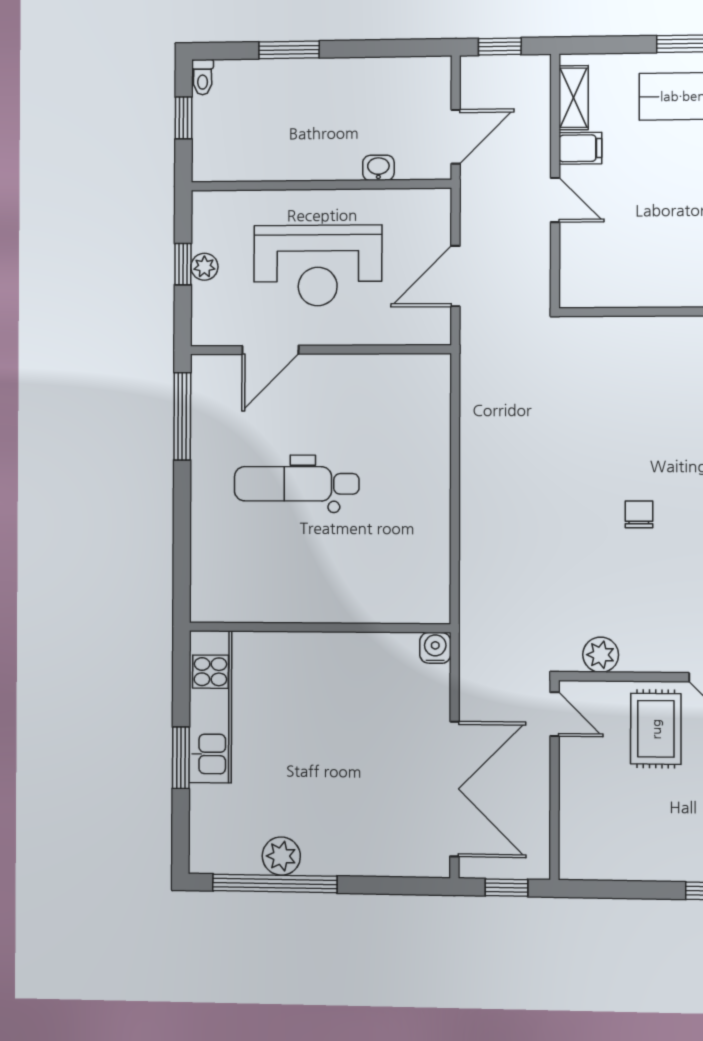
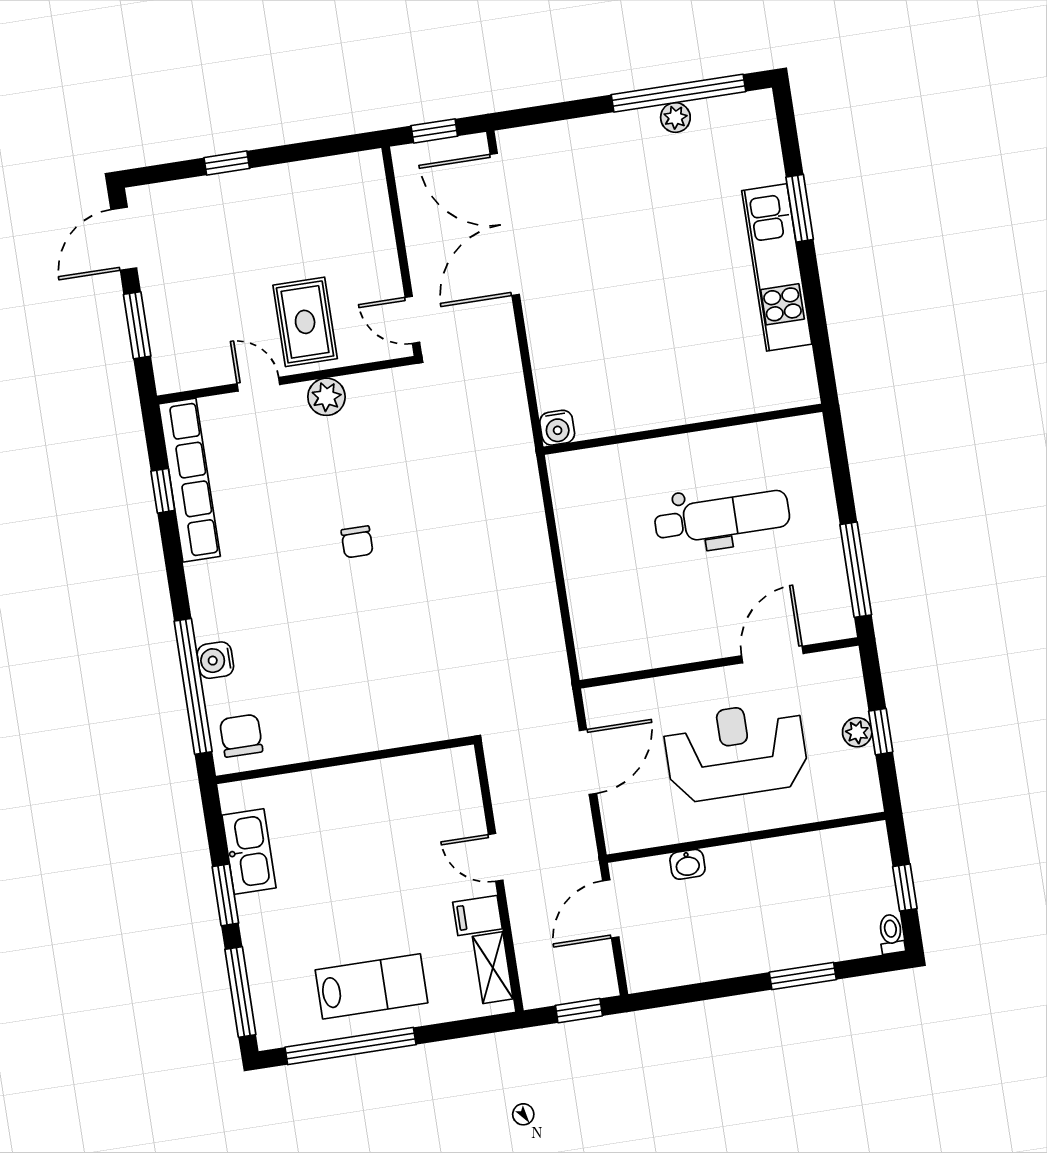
wall: (319, 627) -> (683, 429), moved
water cooler: (435, 648) -> (557, 428), moved
plant: (601, 655) -> (326, 397), moved
plant: (281, 856) -> (675, 118), width x0.73, depth x0.73

